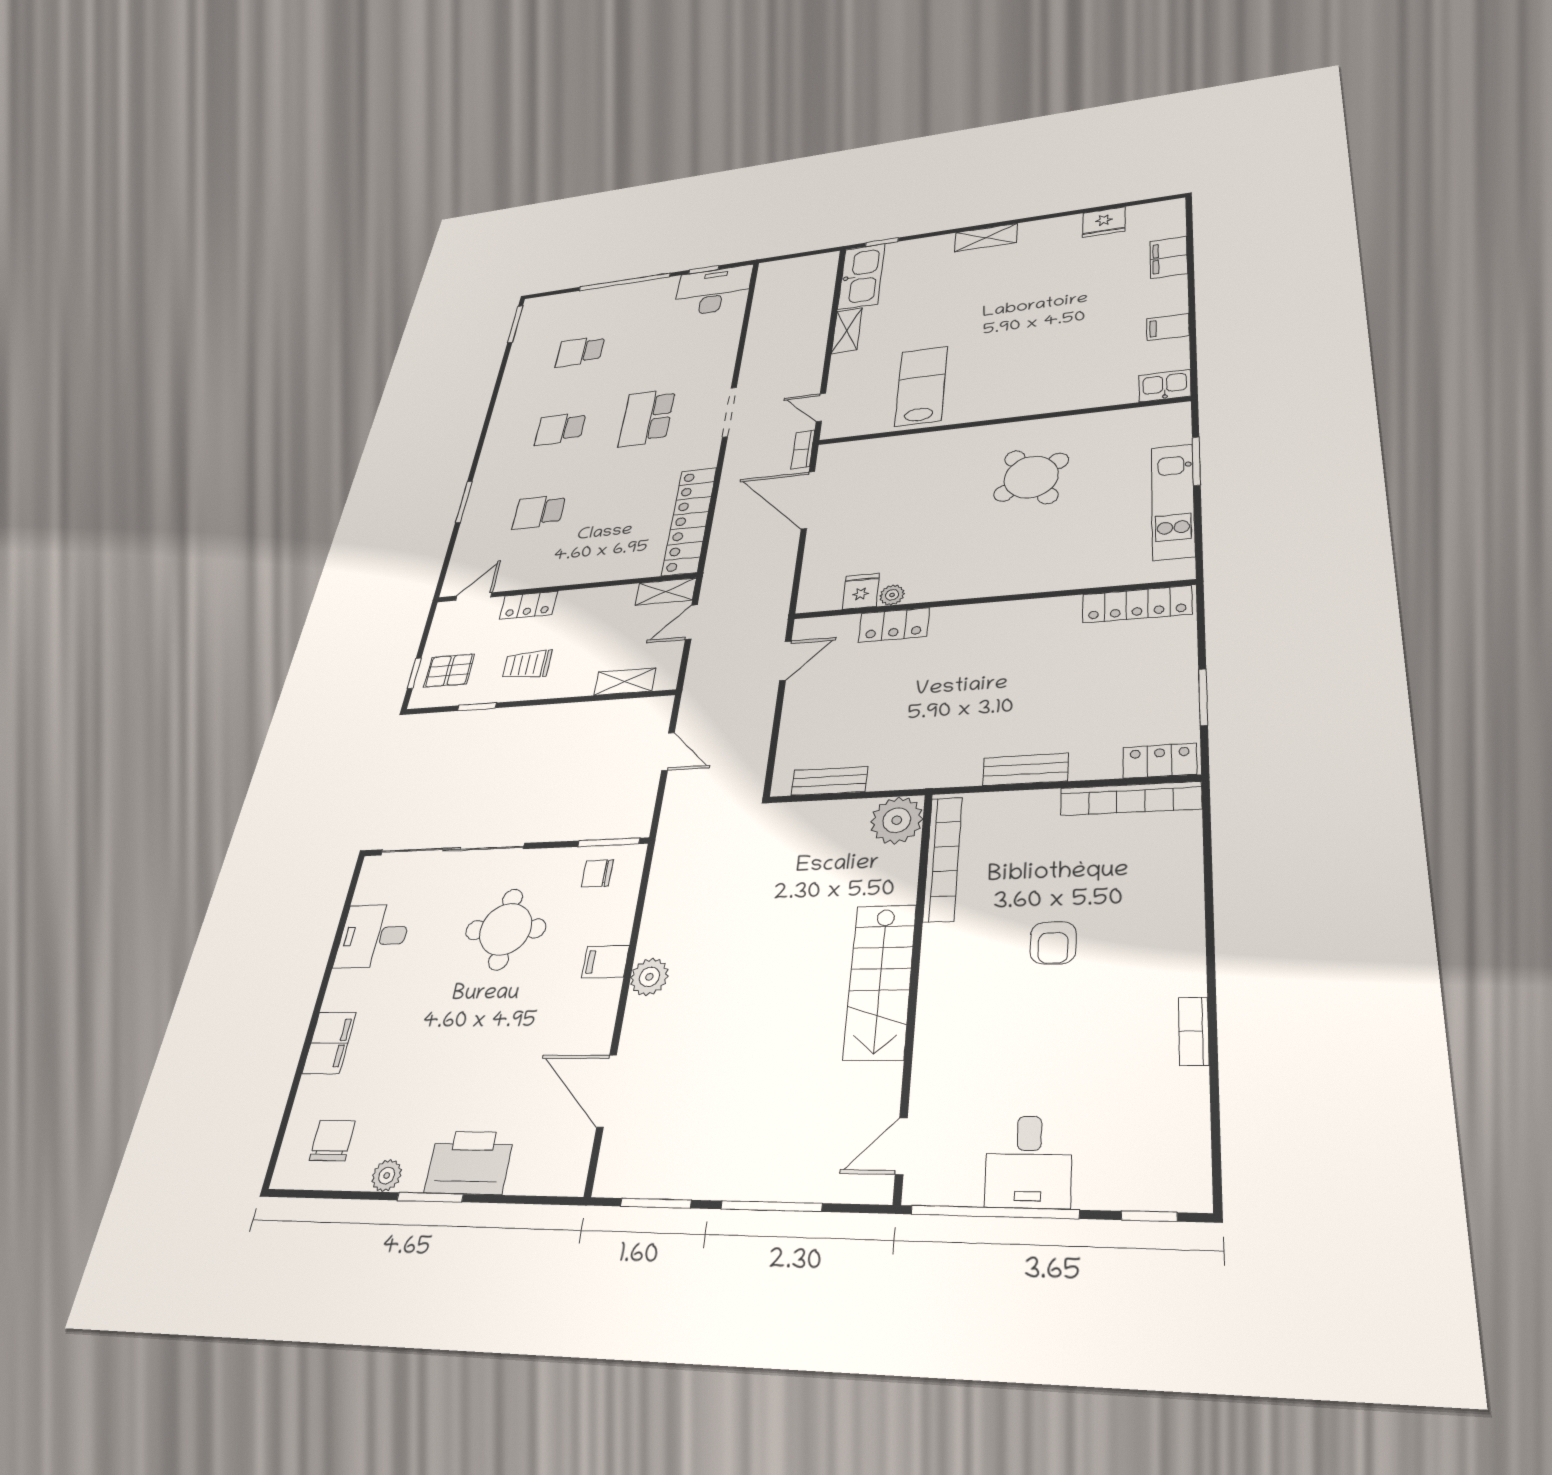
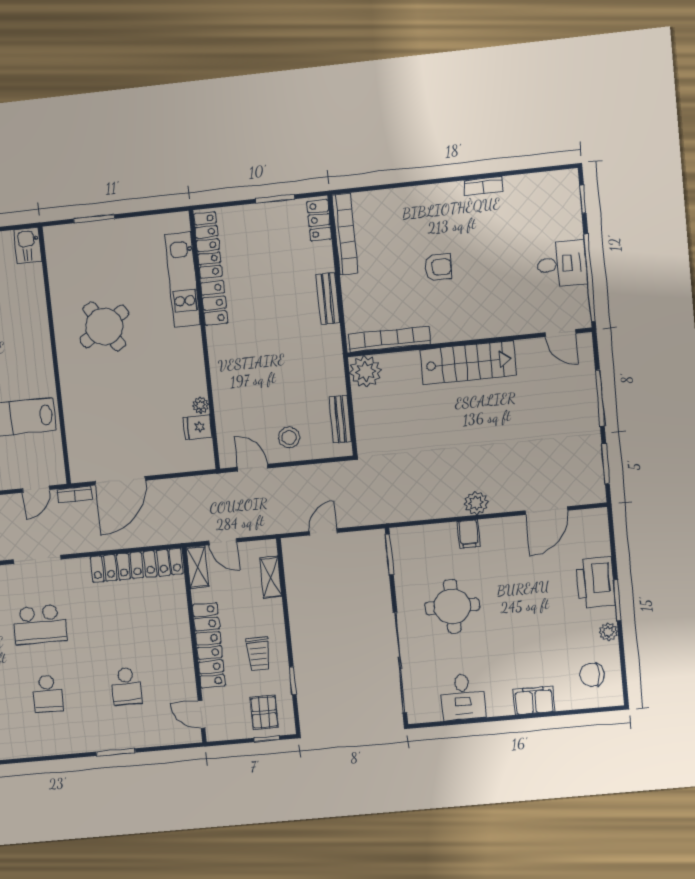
kitchen unit: (1173, 501) -> (183, 279), moved, turned 90
locker: (528, 605) -> (209, 645), width x2.16, depth x1.21
locker: (894, 625) -> (214, 303), moved
stool: (818, 709) -> (289, 437), added
chair: (597, 873) -> (411, 556), removed

